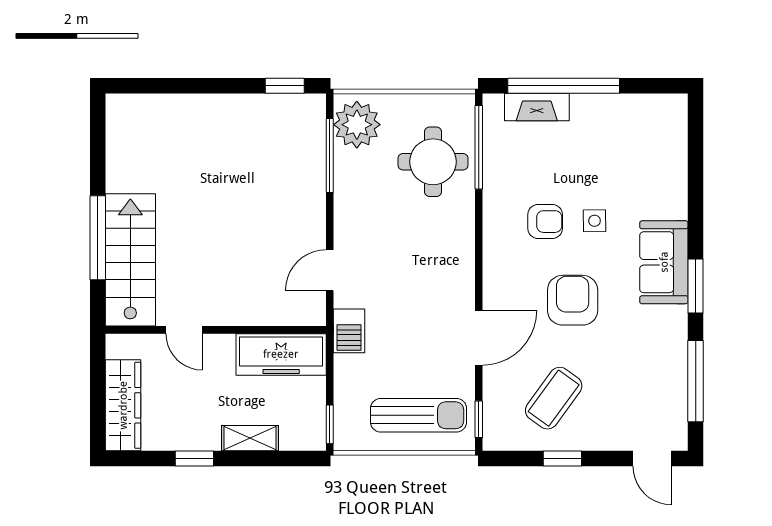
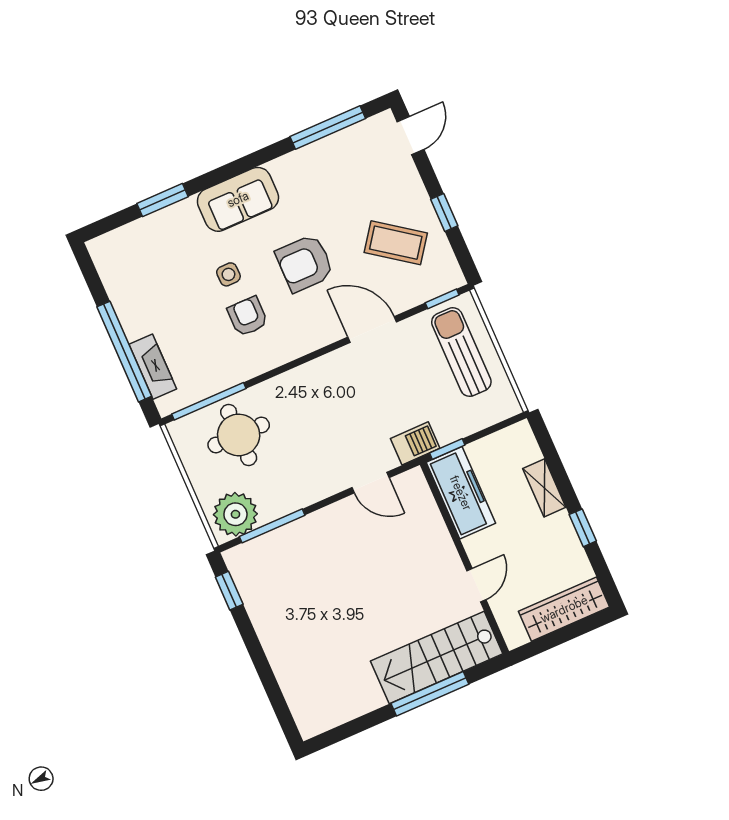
window: (696, 286) -> (162, 200), moved
window: (330, 424) -> (447, 449), moved

